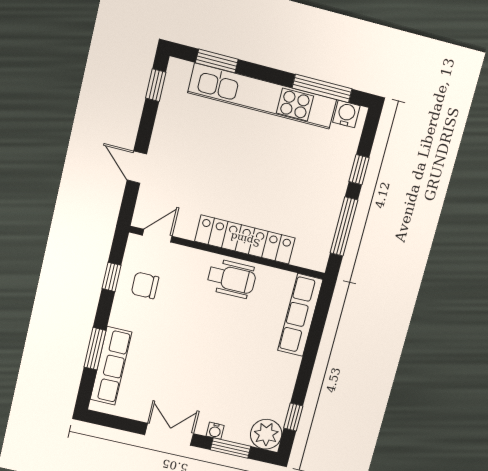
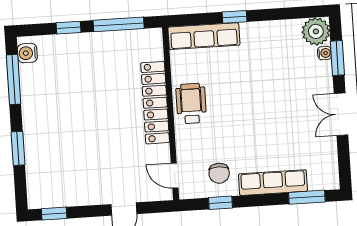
window: (217, 61) -> (18, 148), moved
kitchen unit: (262, 96) -> (35, 126), removed
window: (95, 349) -> (307, 197), moved
row of seats: (111, 366) -> (273, 183), moved
window: (293, 417) -> (234, 17), moved
water cooler: (215, 431) -> (324, 53), moved

